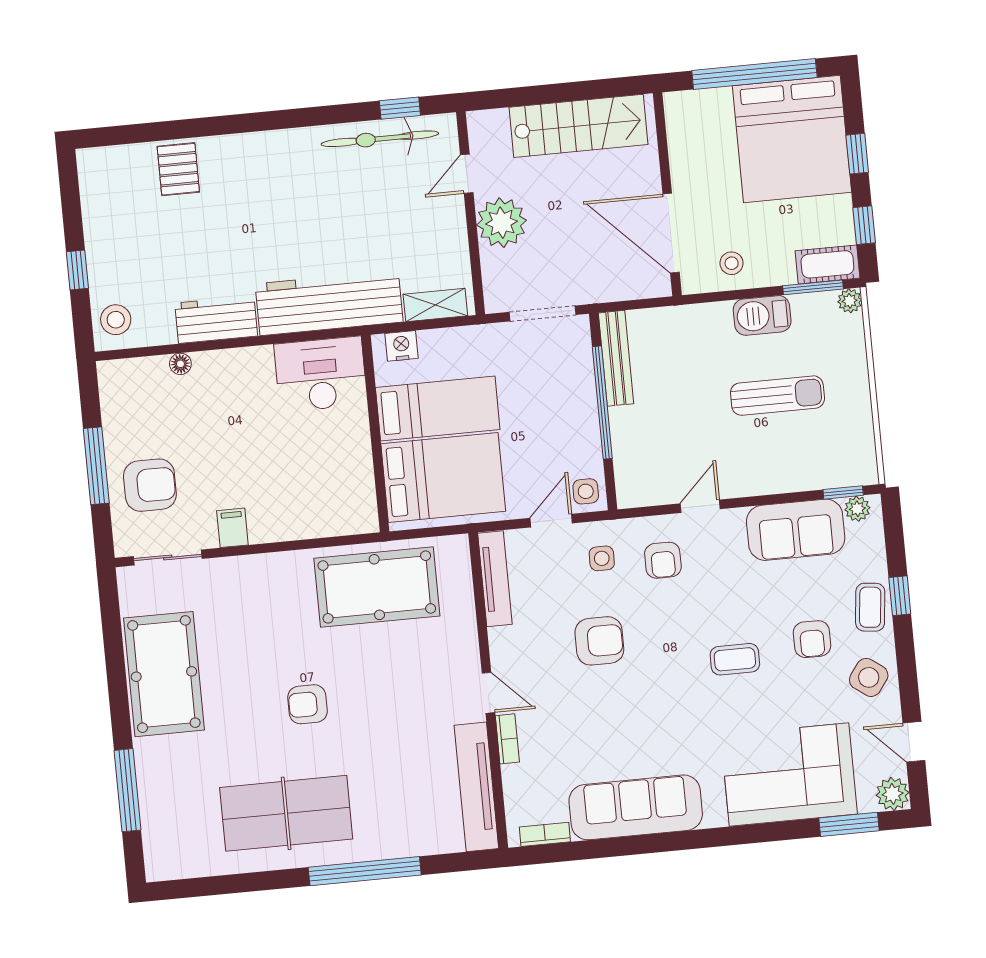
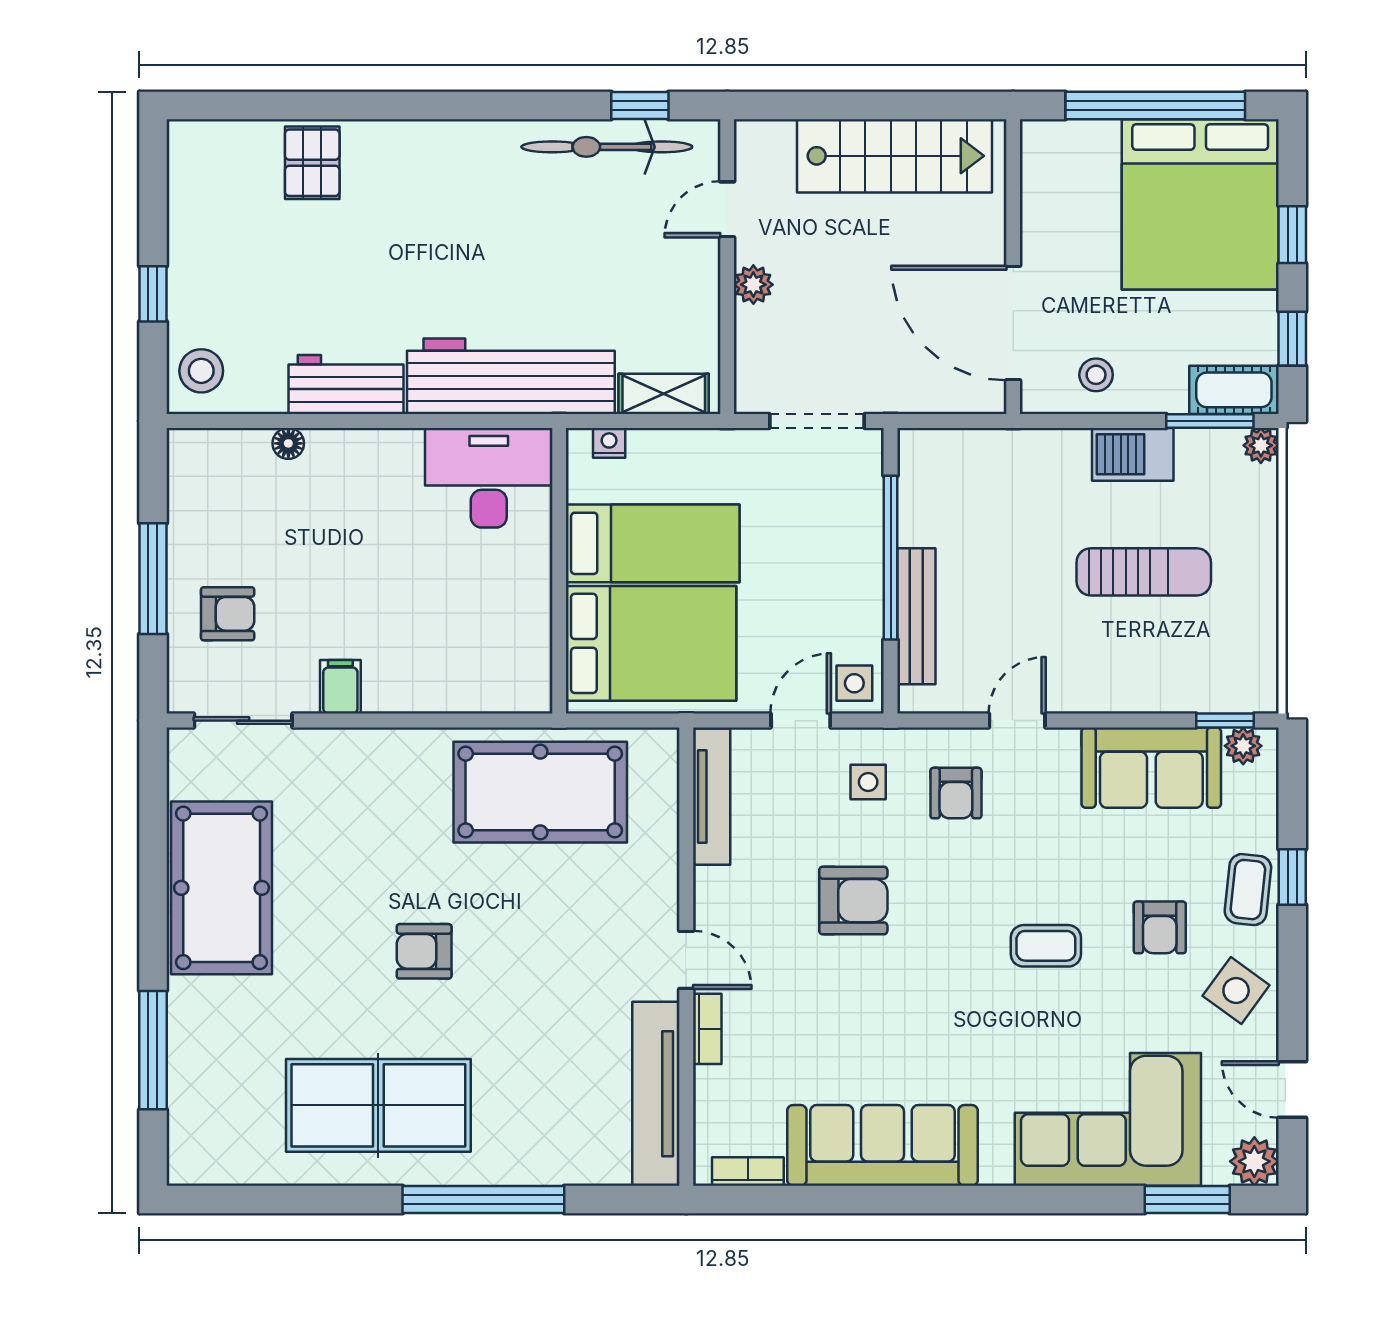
plant: (502, 223) -> (753, 285), width x0.53, depth x0.53
nightstand: (401, 346) -> (609, 443), width x0.72, depth x0.74
bench: (616, 358) -> (916, 616), moved
armchair: (150, 485) -> (228, 614), width x0.72, depth x0.72

